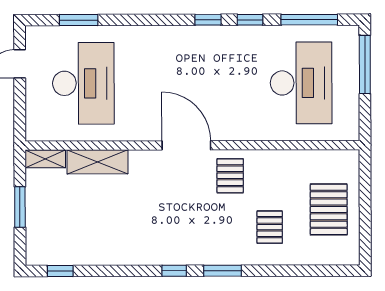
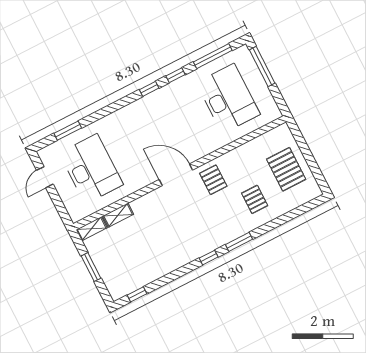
shelving: (98, 162) -> (118, 215), width x0.67, depth x0.75

